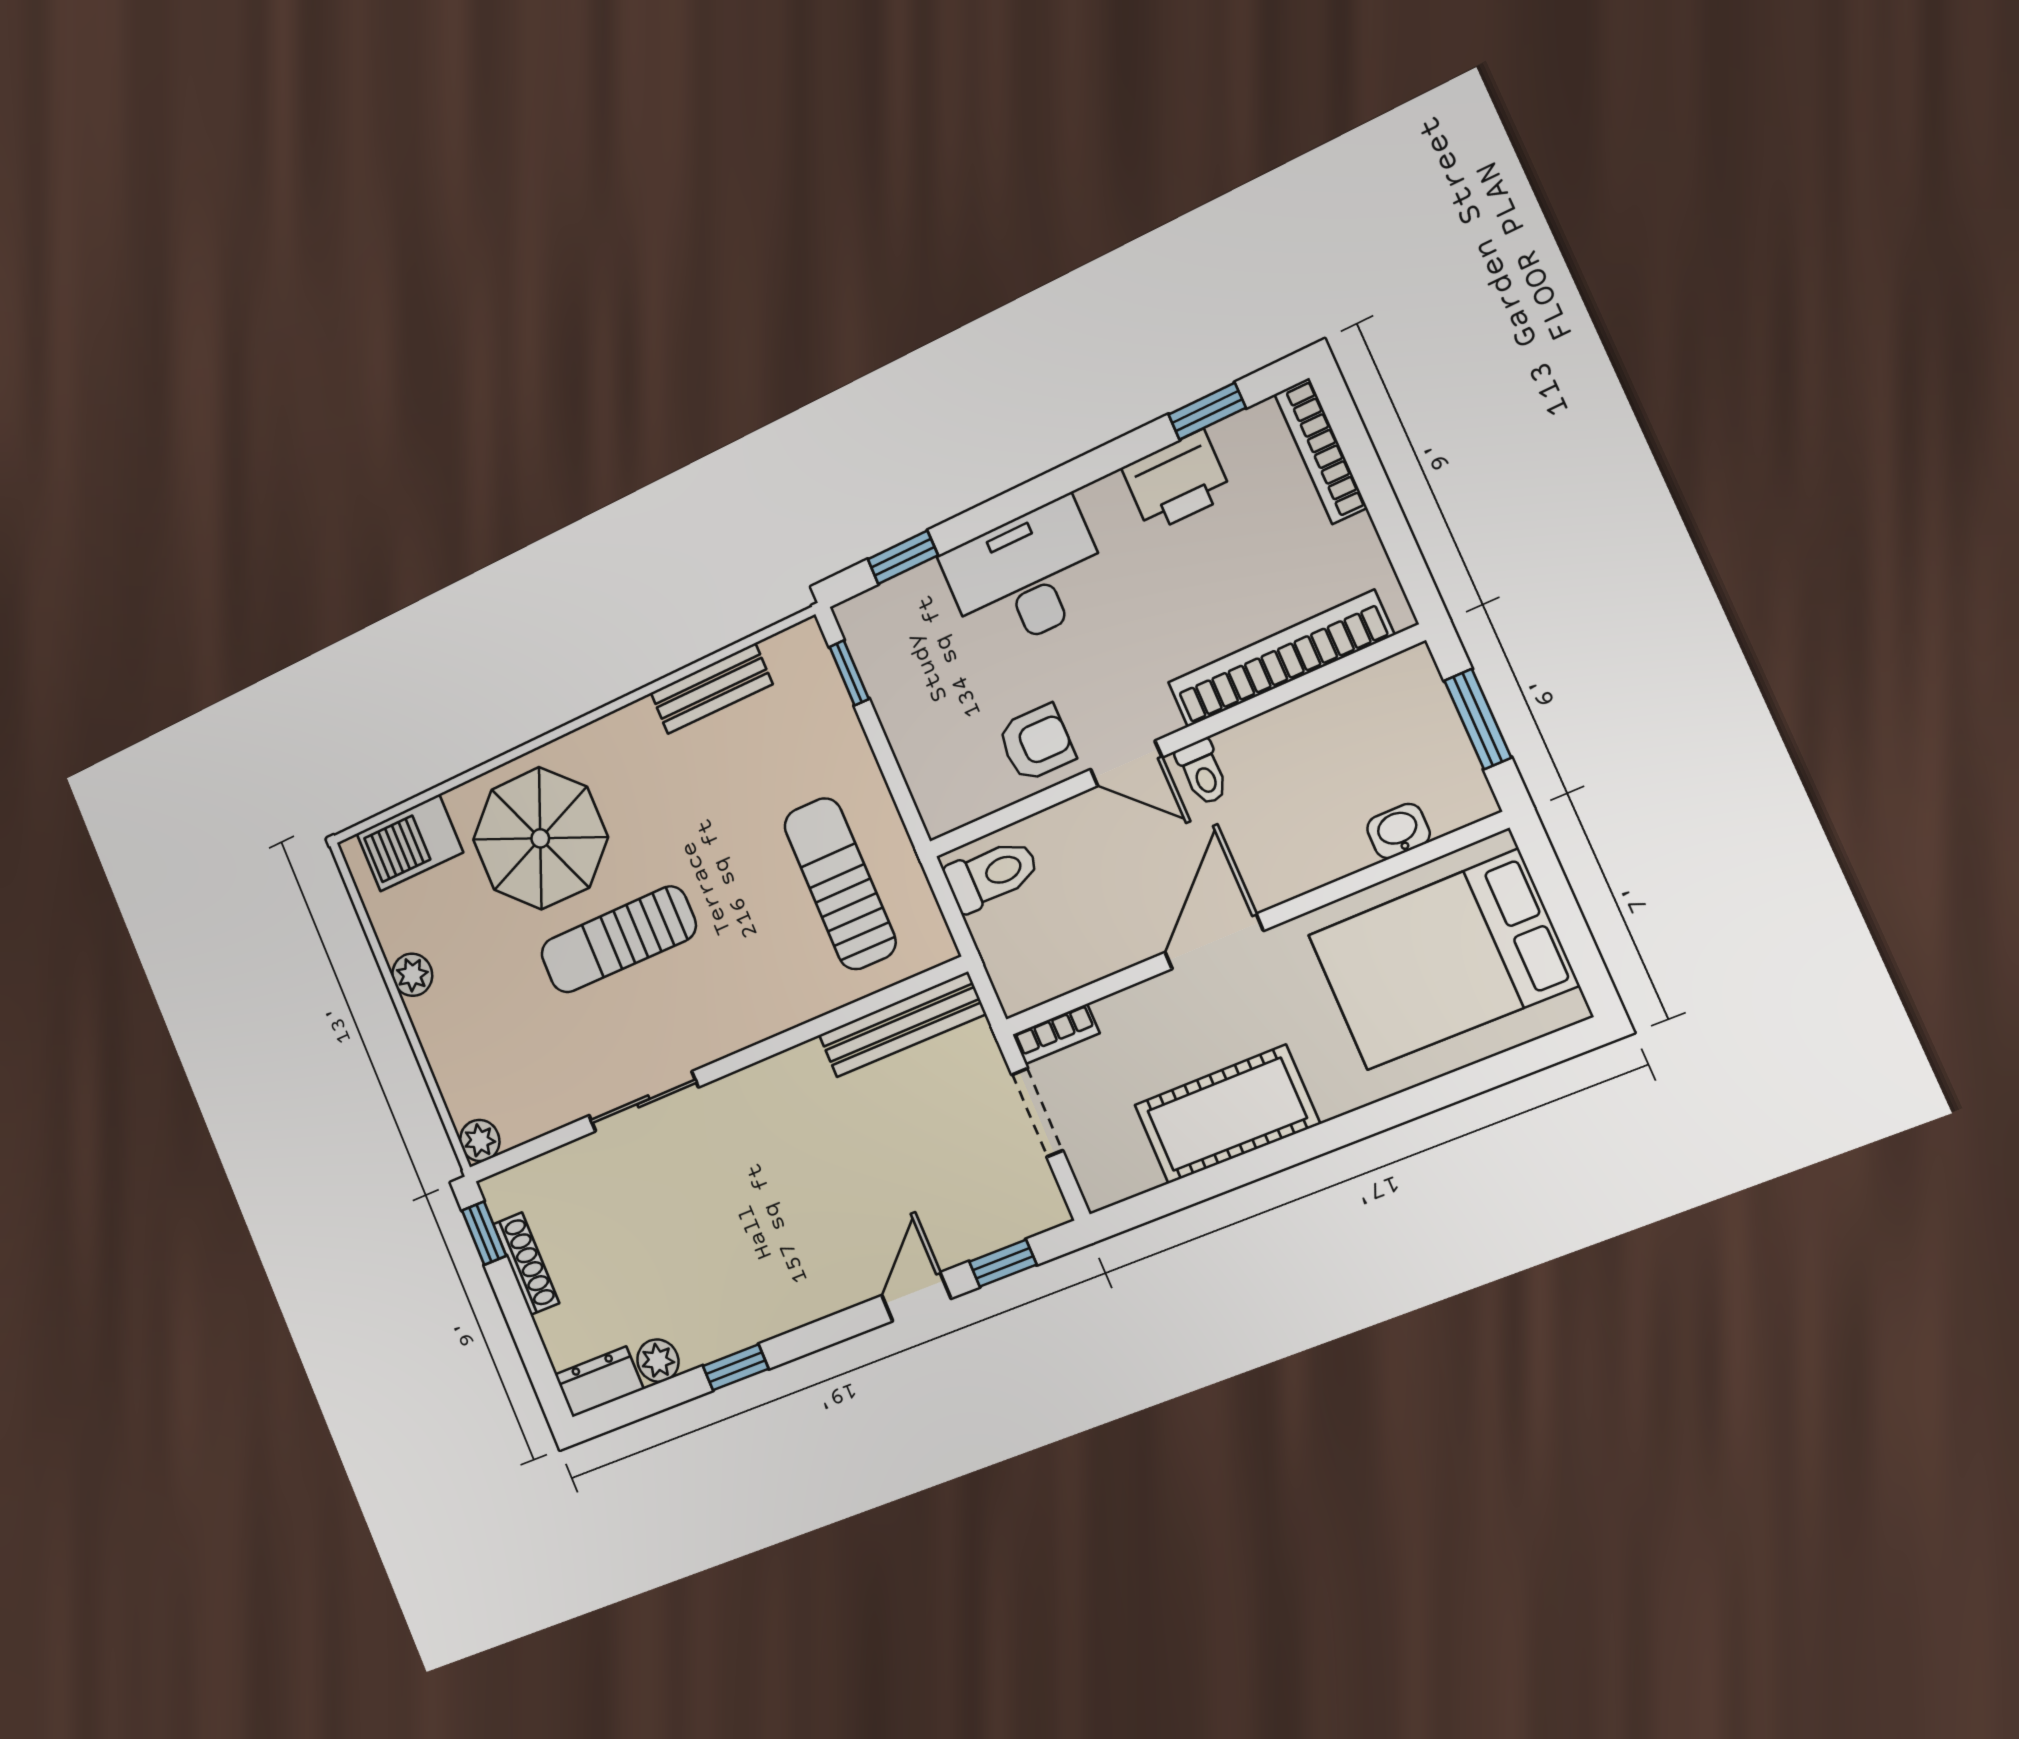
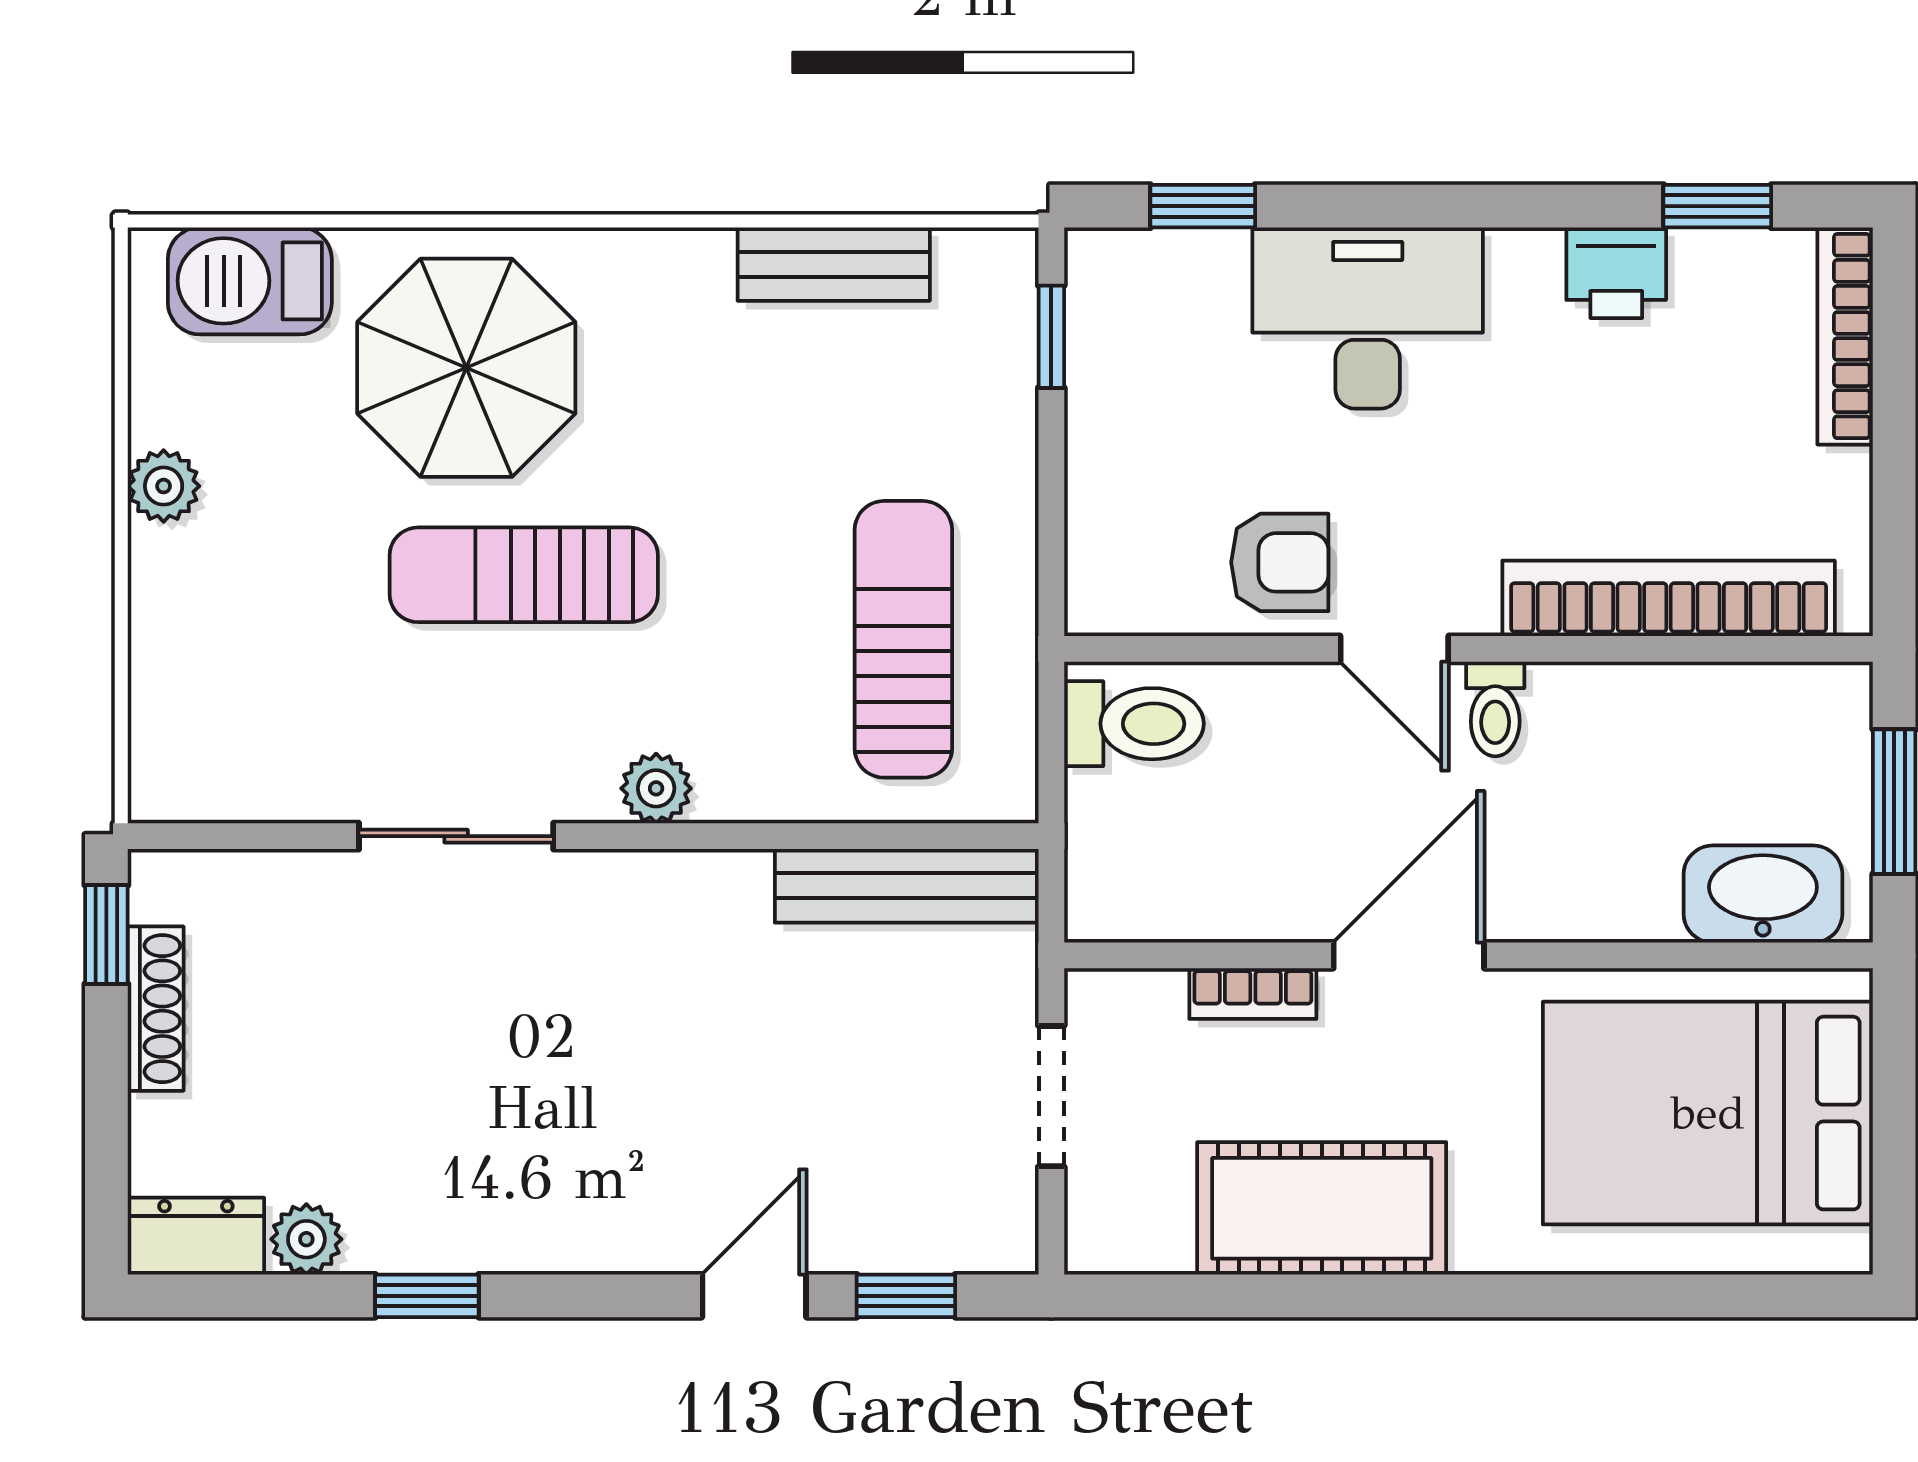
printer: (1177, 481) -> (1616, 273), width x0.73, depth x0.81
washbasin: (1398, 831) -> (1763, 894), width x1.91, depth x1.45
bookcase: (1056, 1034) -> (1253, 993), moved
plant: (480, 1140) -> (656, 788), moved

